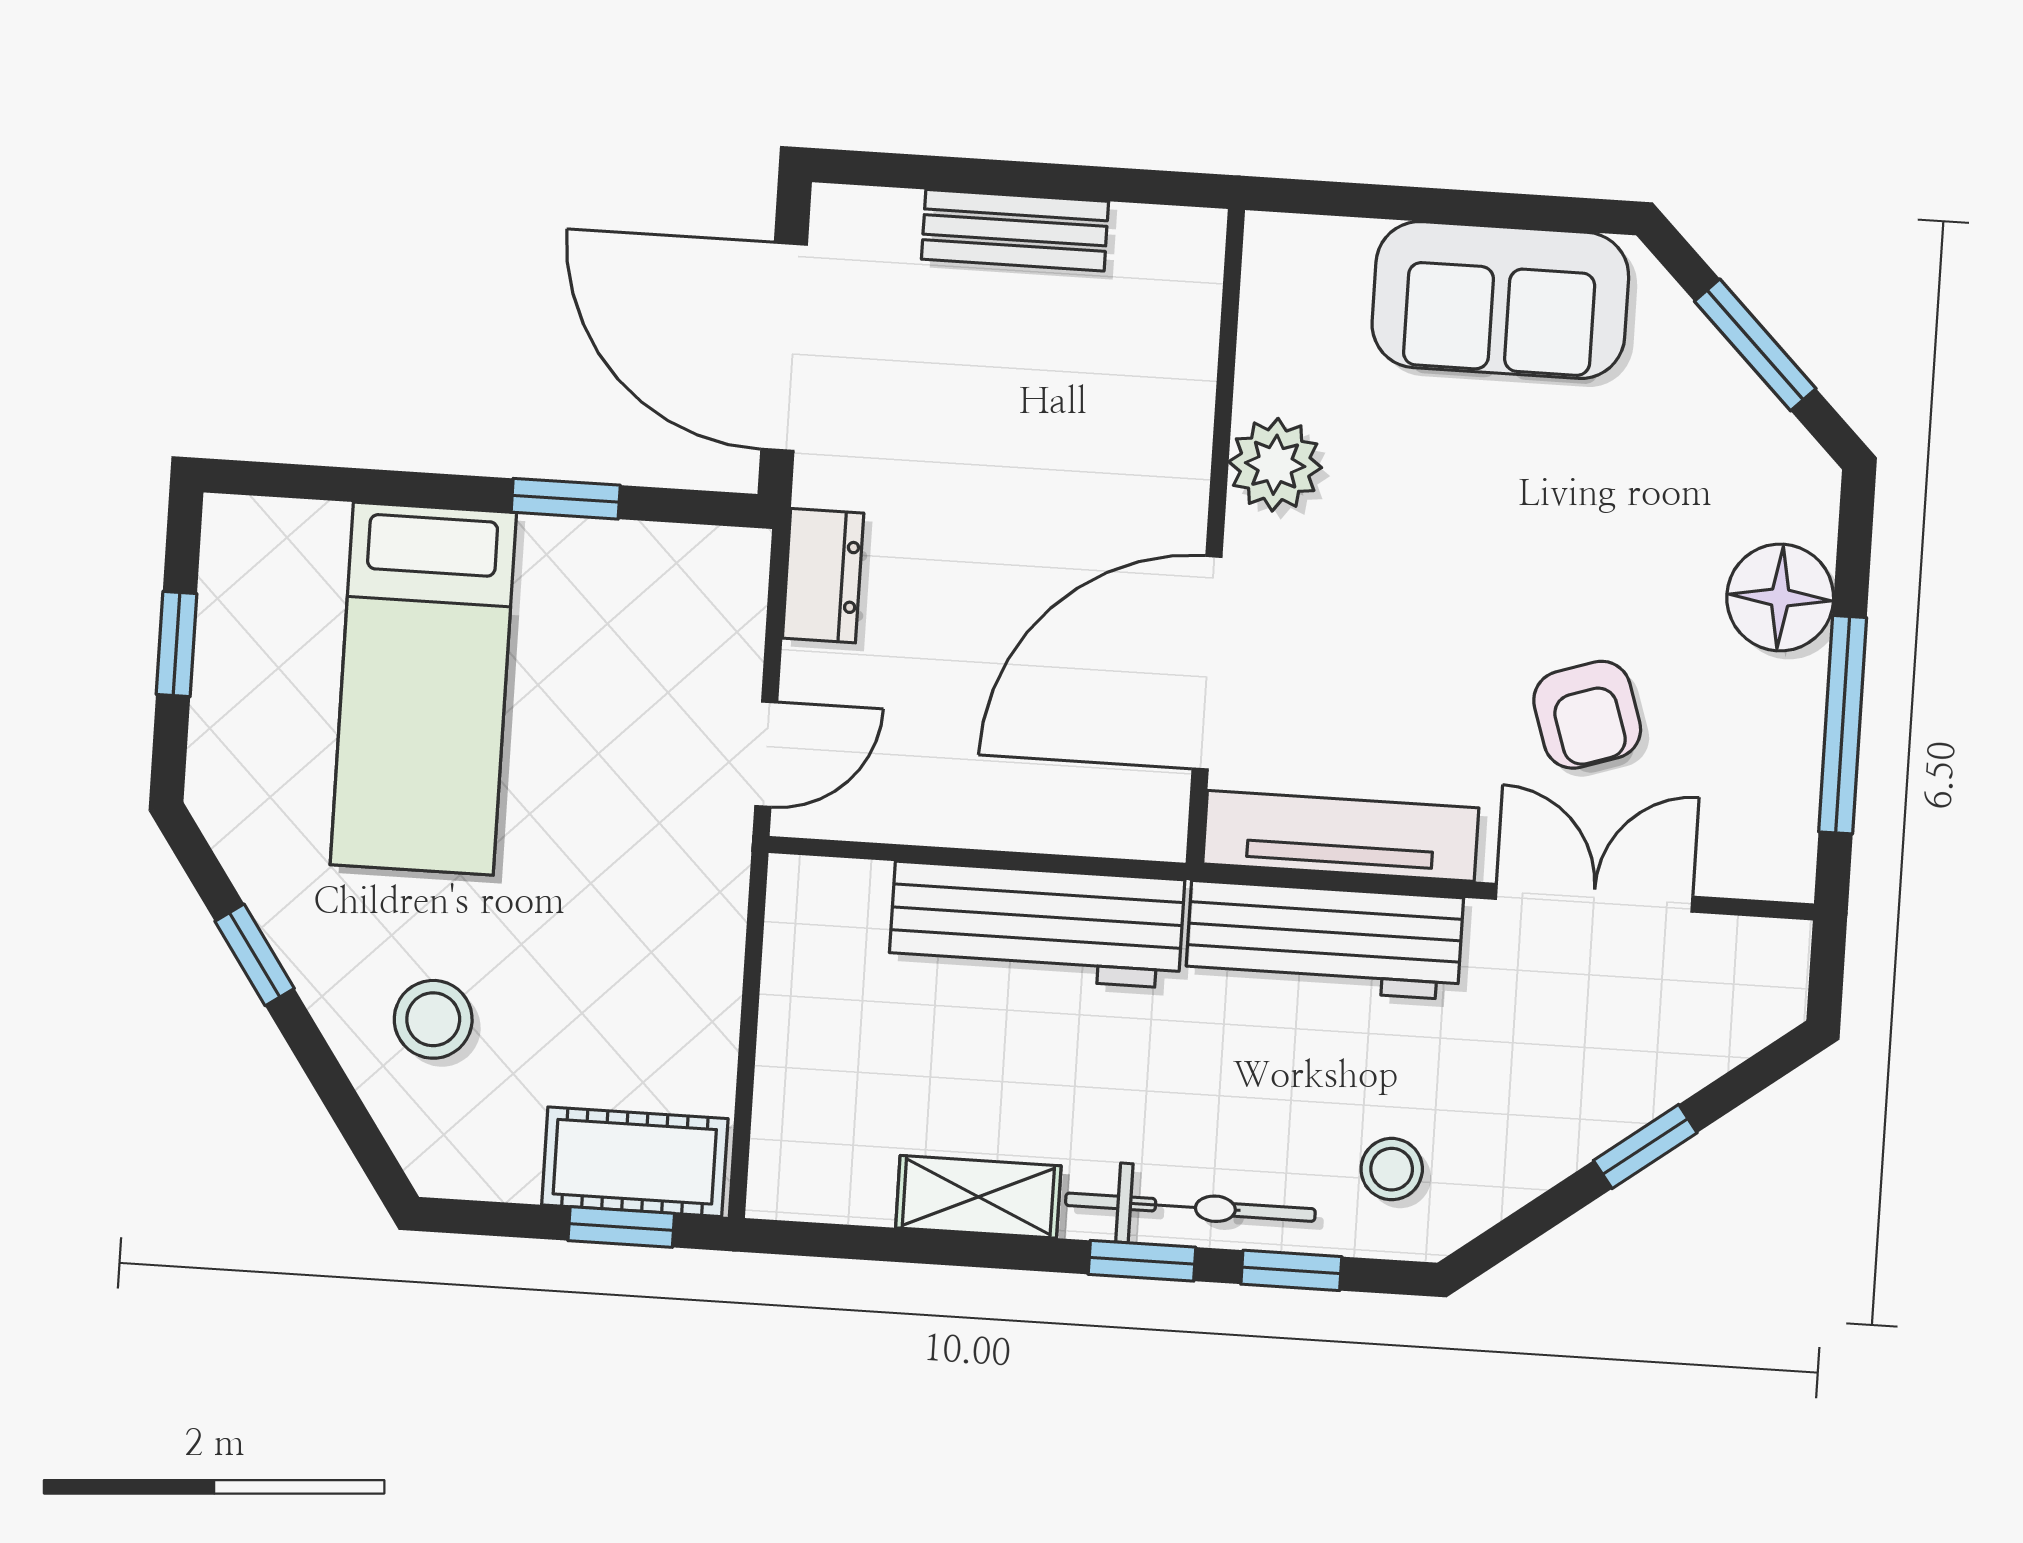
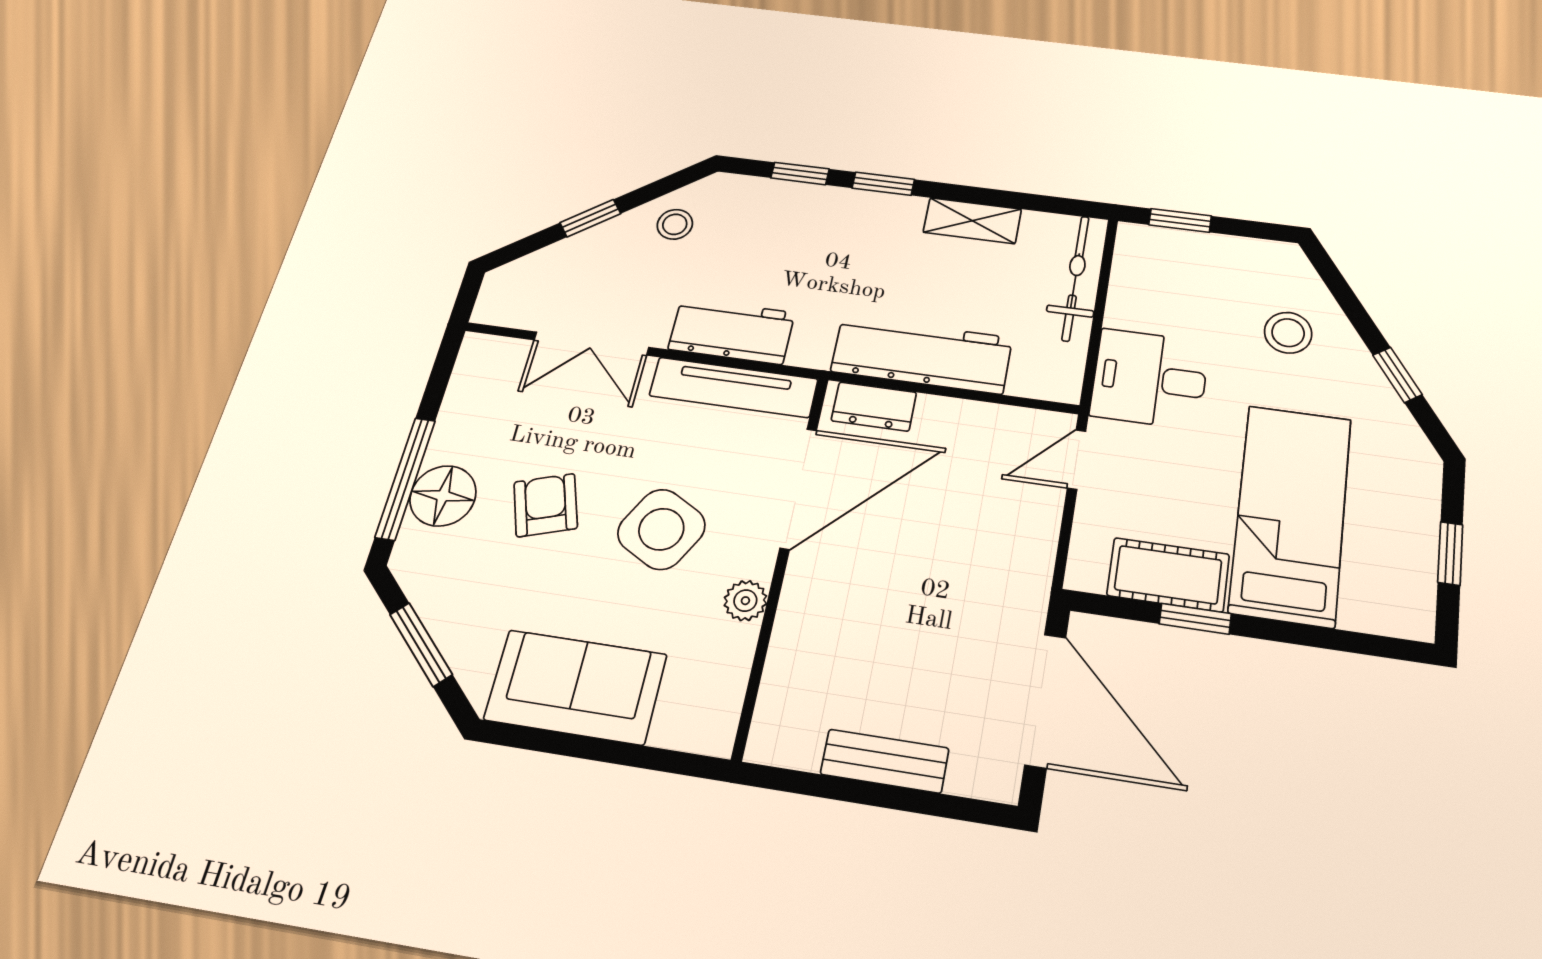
plant: (1275, 465) -> (745, 601), width x0.73, depth x0.73
side table: (1415, 572) -> (661, 529), added
dresser: (823, 576) -> (874, 407), moved, turned -90
armchair: (1587, 715) -> (546, 505), moved
window: (1843, 725) -> (405, 478), moved
desk: (657, 912) -> (1150, 379), added
workbench: (1324, 940) -> (732, 331), width x0.73
cot: (635, 1162) -> (1168, 575), moved
stool: (1392, 1169) -> (675, 224), moved
bicycle: (1190, 1207) -> (1075, 278), moved, turned 90

